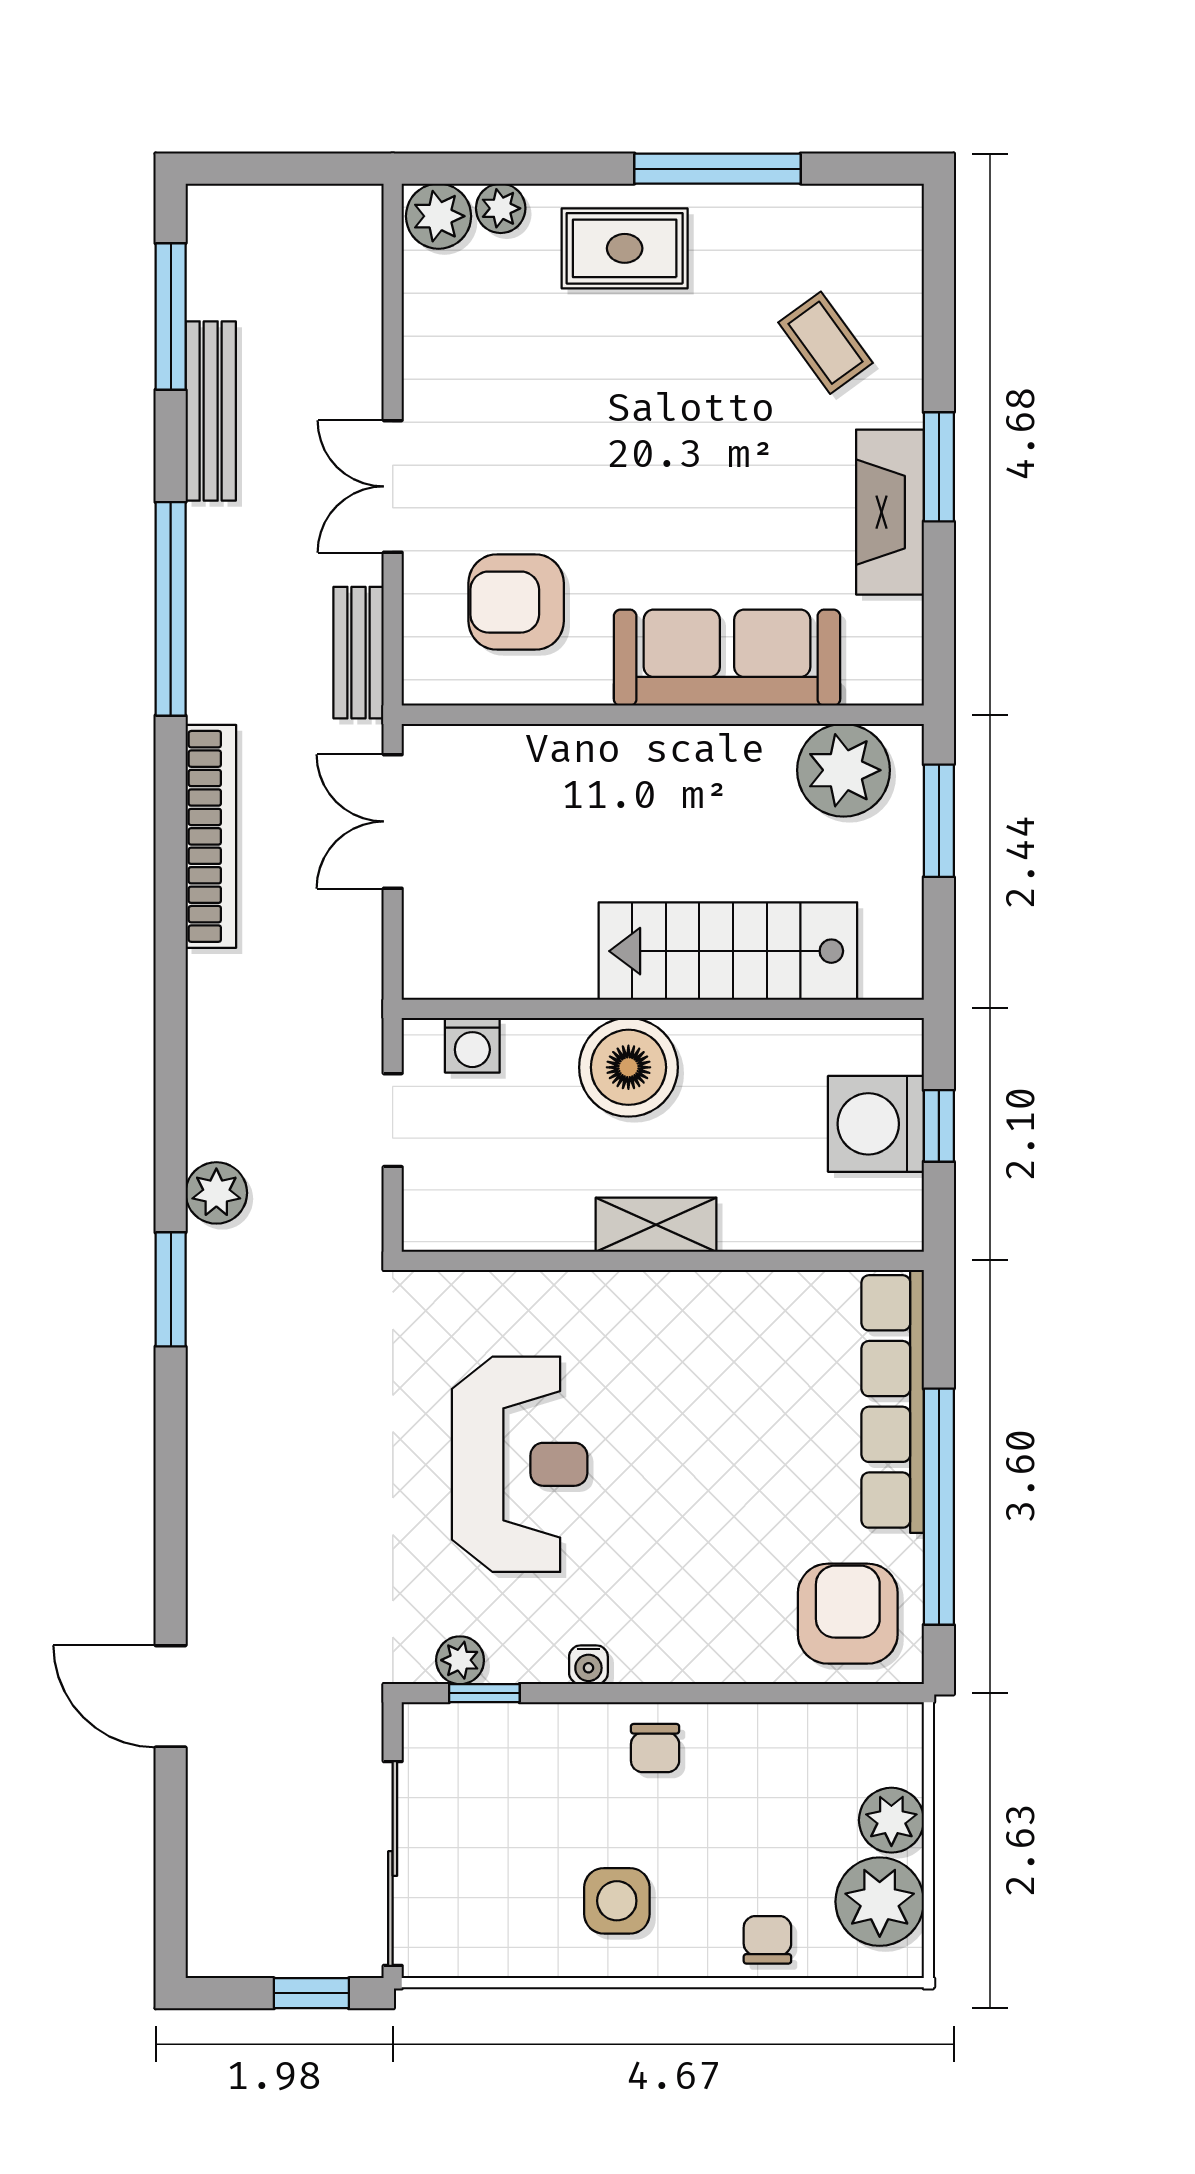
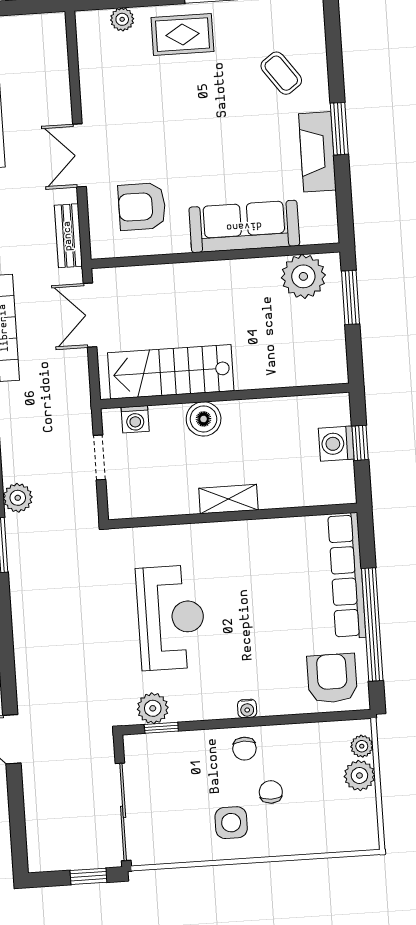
plant: (439, 216) -> (93, 25), removed
stairs: (728, 951) -> (171, 372), moved
boiler: (628, 1067) -> (204, 419), width x0.73, depth x0.73
washing machine: (876, 1124) -> (336, 444), width x0.73, depth x0.73
plant: (460, 1660) -> (153, 708), width x1.38, depth x1.38
water cooler: (588, 1665) -> (247, 709), moved
plant: (880, 1902) -> (362, 746), moved, width x0.53, depth x0.53
chair: (767, 1940) -> (271, 792), moved

